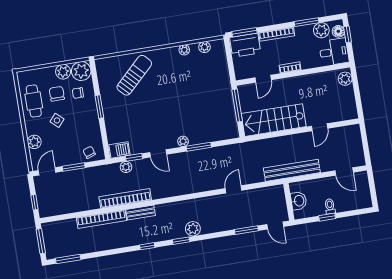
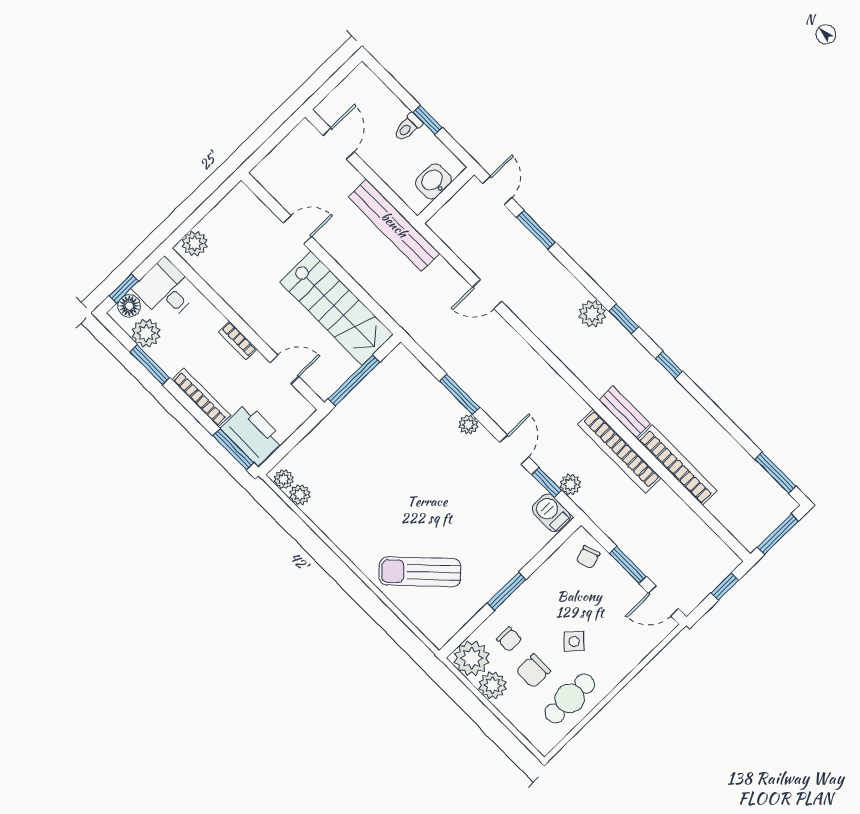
plant: (184, 50) -> (284, 479), moved
plant: (34, 142) -> (632, 653), removed

